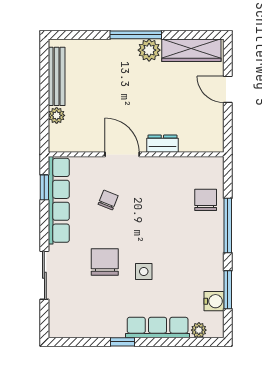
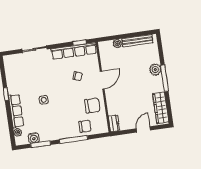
plant: (149, 50) -> (155, 70), moved
dresser: (162, 144) -> (114, 123), moved
chair: (105, 262) -> (92, 106), moved

